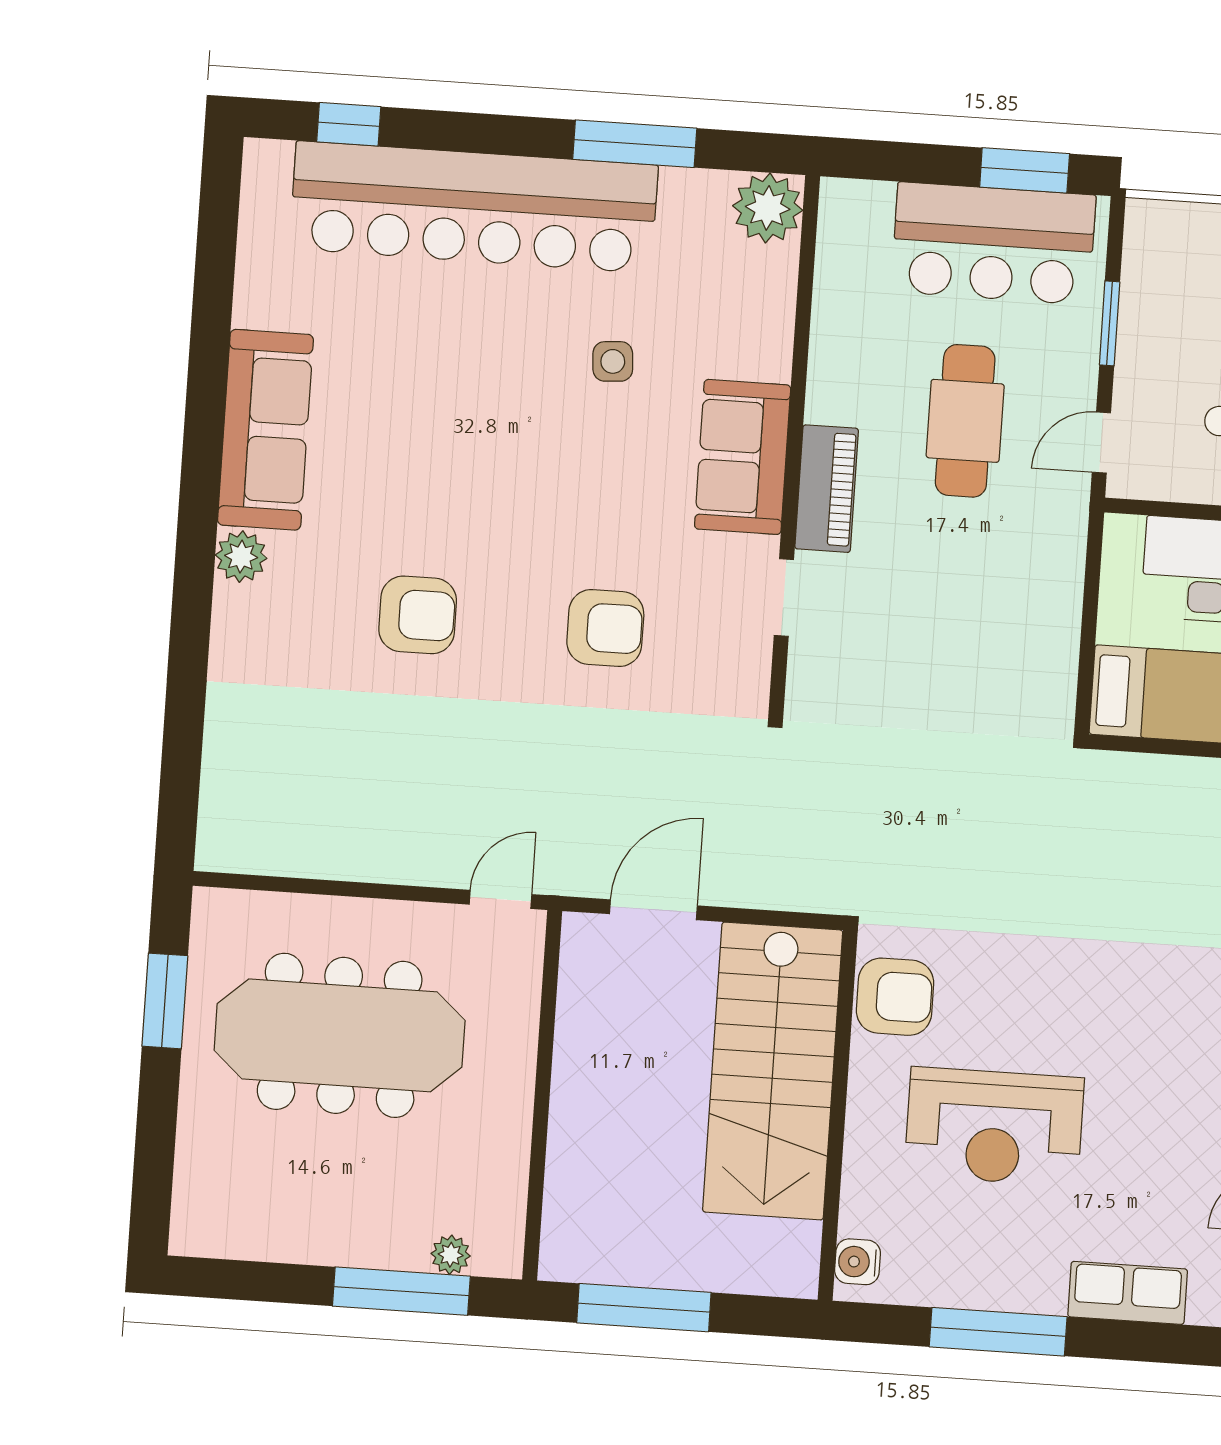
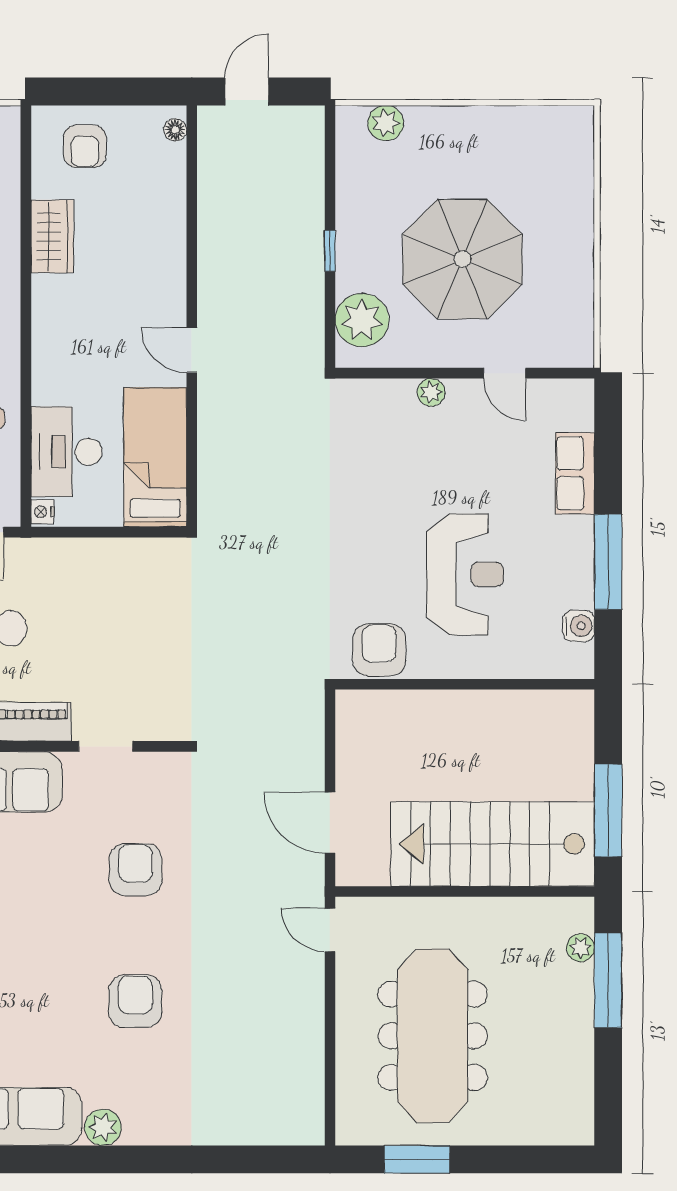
nightstand: (1125, 530) -> (42, 512), added
stairs: (773, 1071) -> (493, 844), moved, turned 180
water cooler: (858, 1262) -> (579, 626), moved, turned -90

